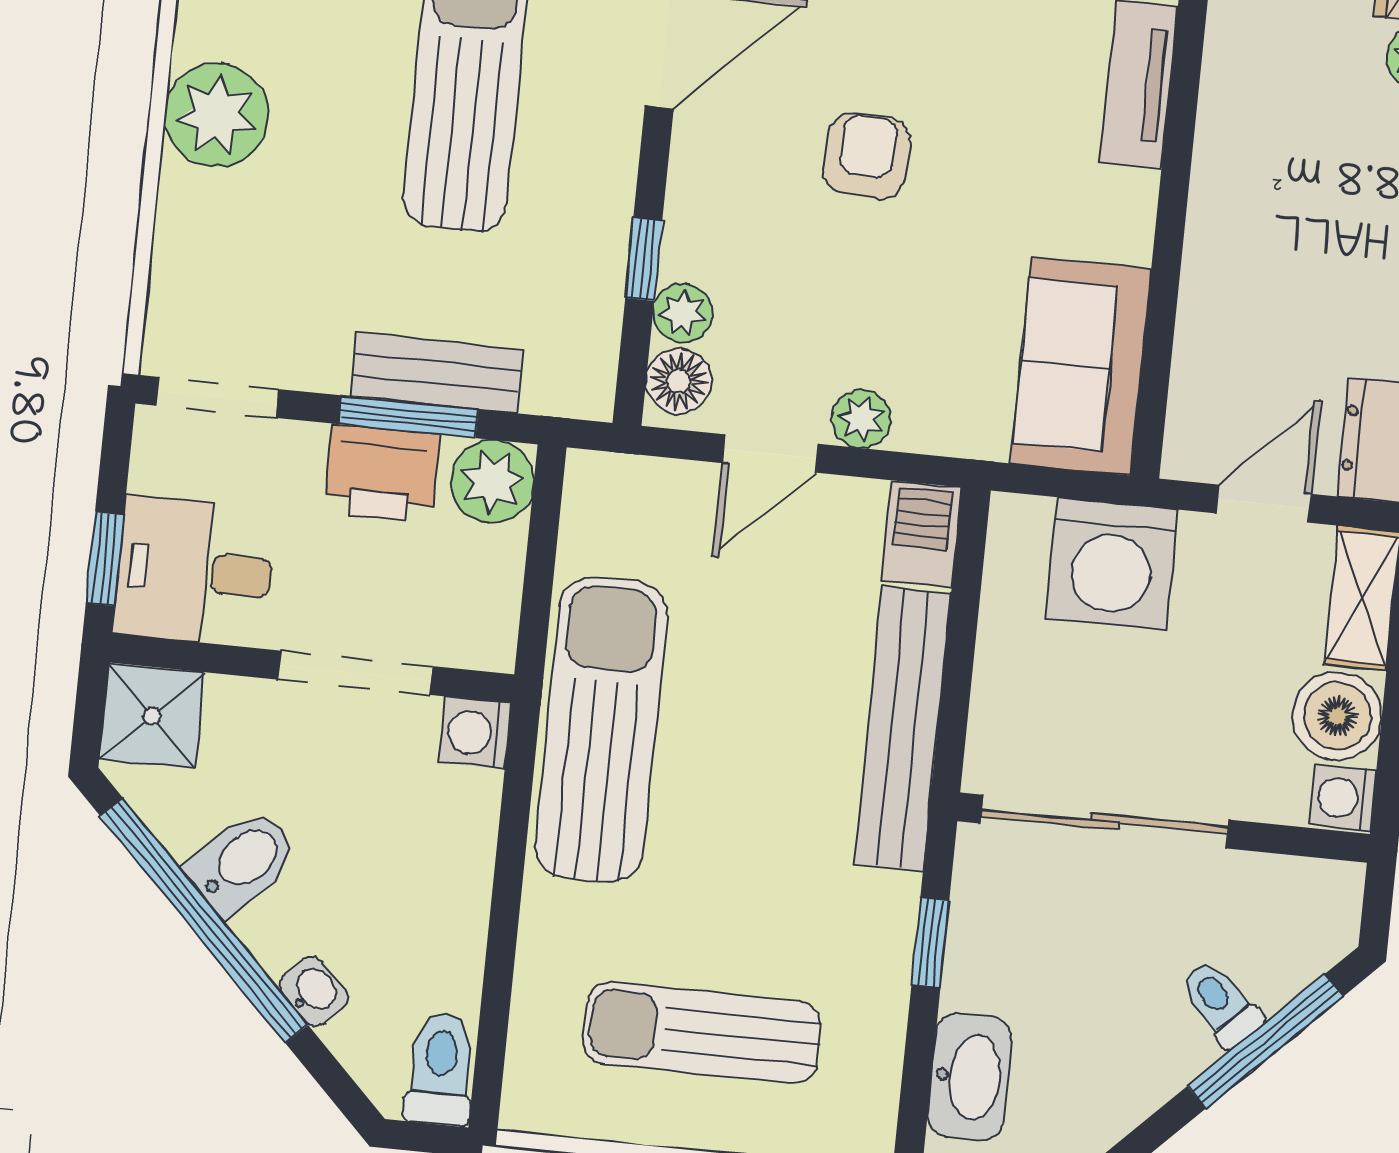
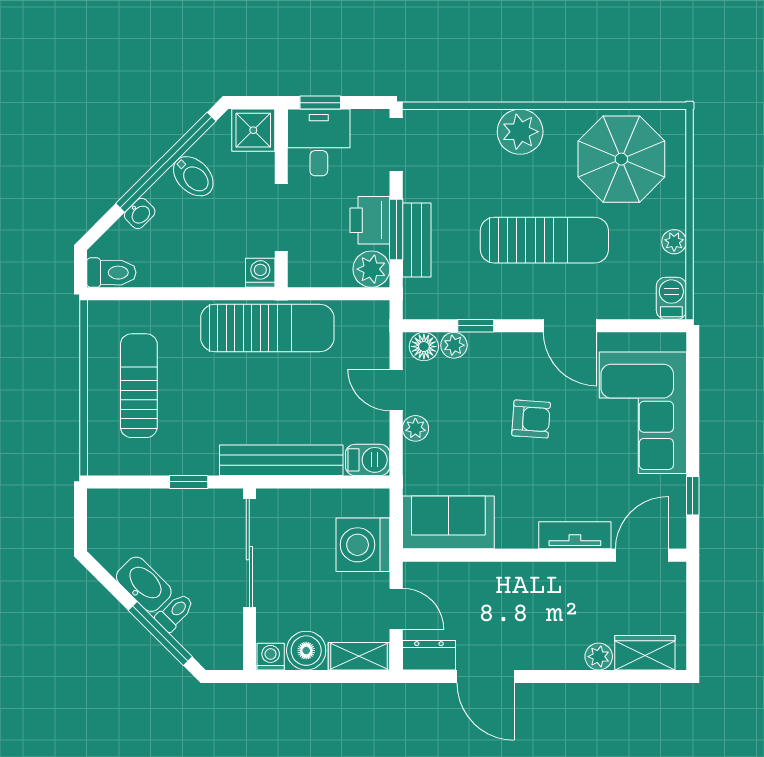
washbasin: (970, 1077) -> (144, 584), moved, turned -135

